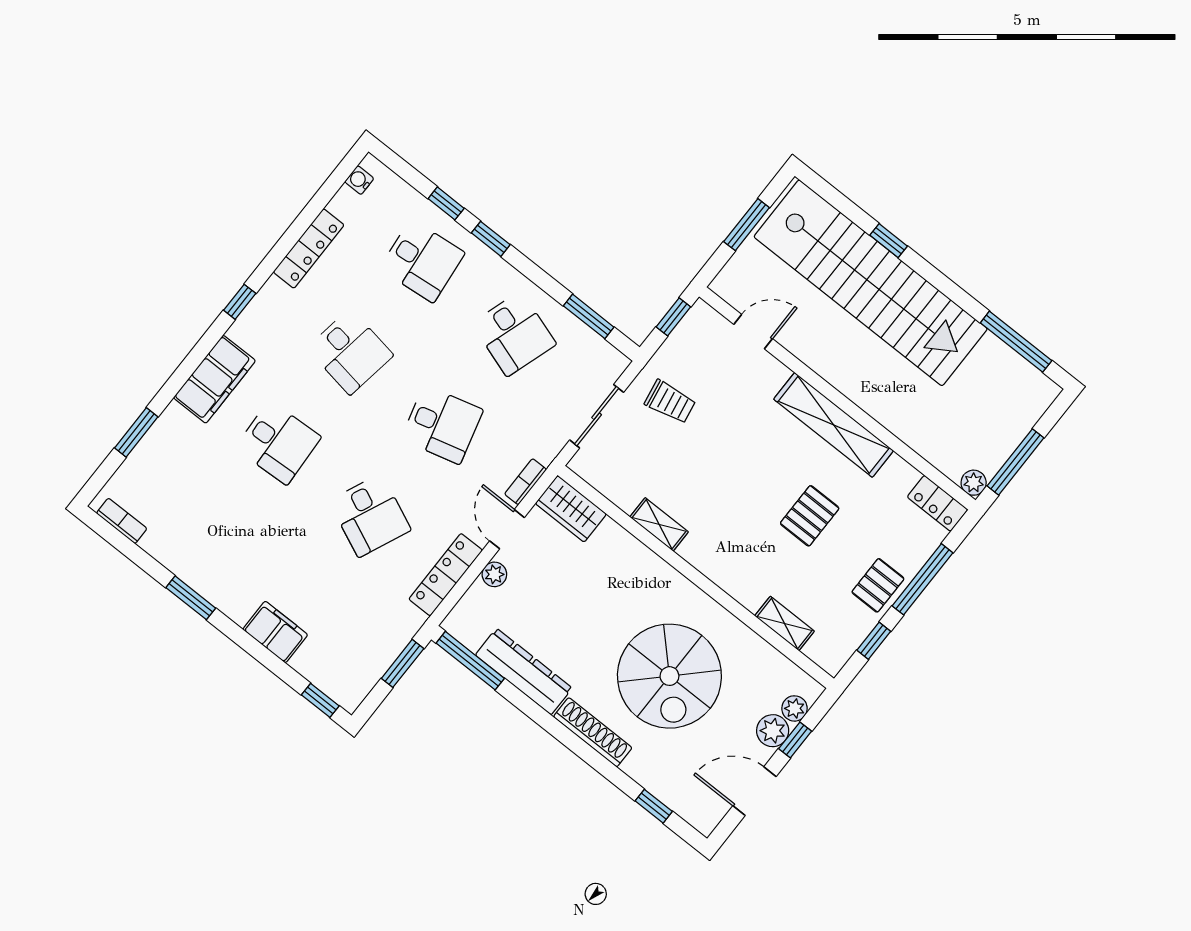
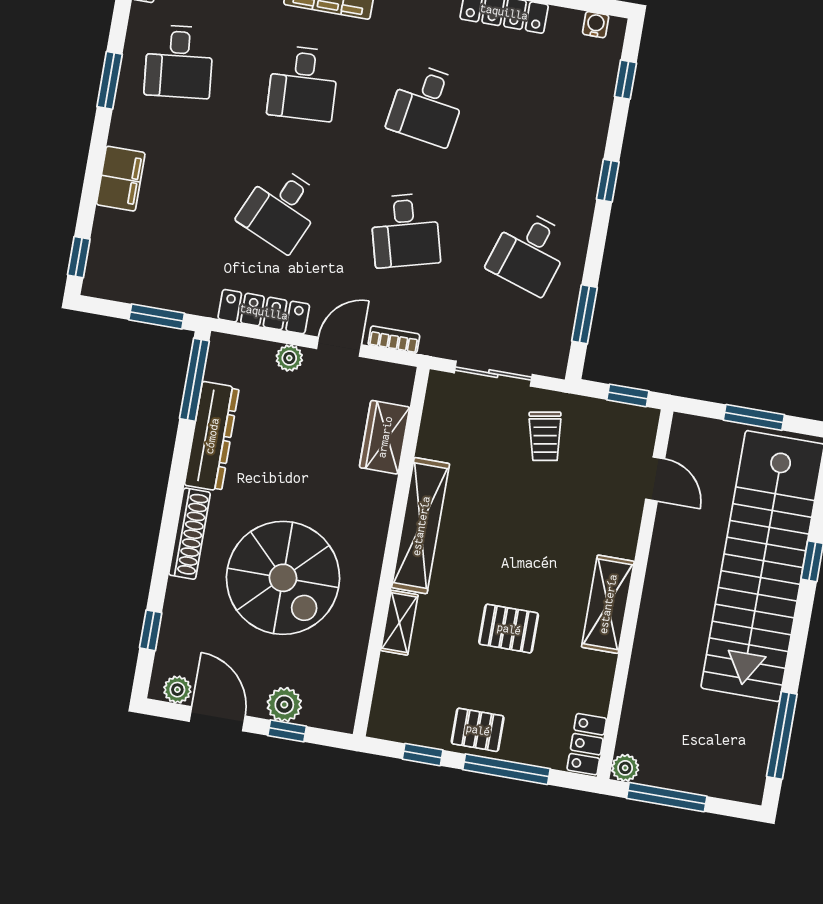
window: (446, 203) -> (625, 80), moved
desk: (422, 261) -> (179, 62), moved
shelving: (834, 425) -> (608, 604), width x0.68
wardrobe: (571, 509) -> (385, 437), moved
shelving: (659, 524) -> (421, 526), width x2.20, depth x1.33
shelving: (785, 624) -> (399, 623), moved
spiral stairs: (669, 676) -> (283, 578), turned -90
plant: (795, 708) -> (177, 690), moved

